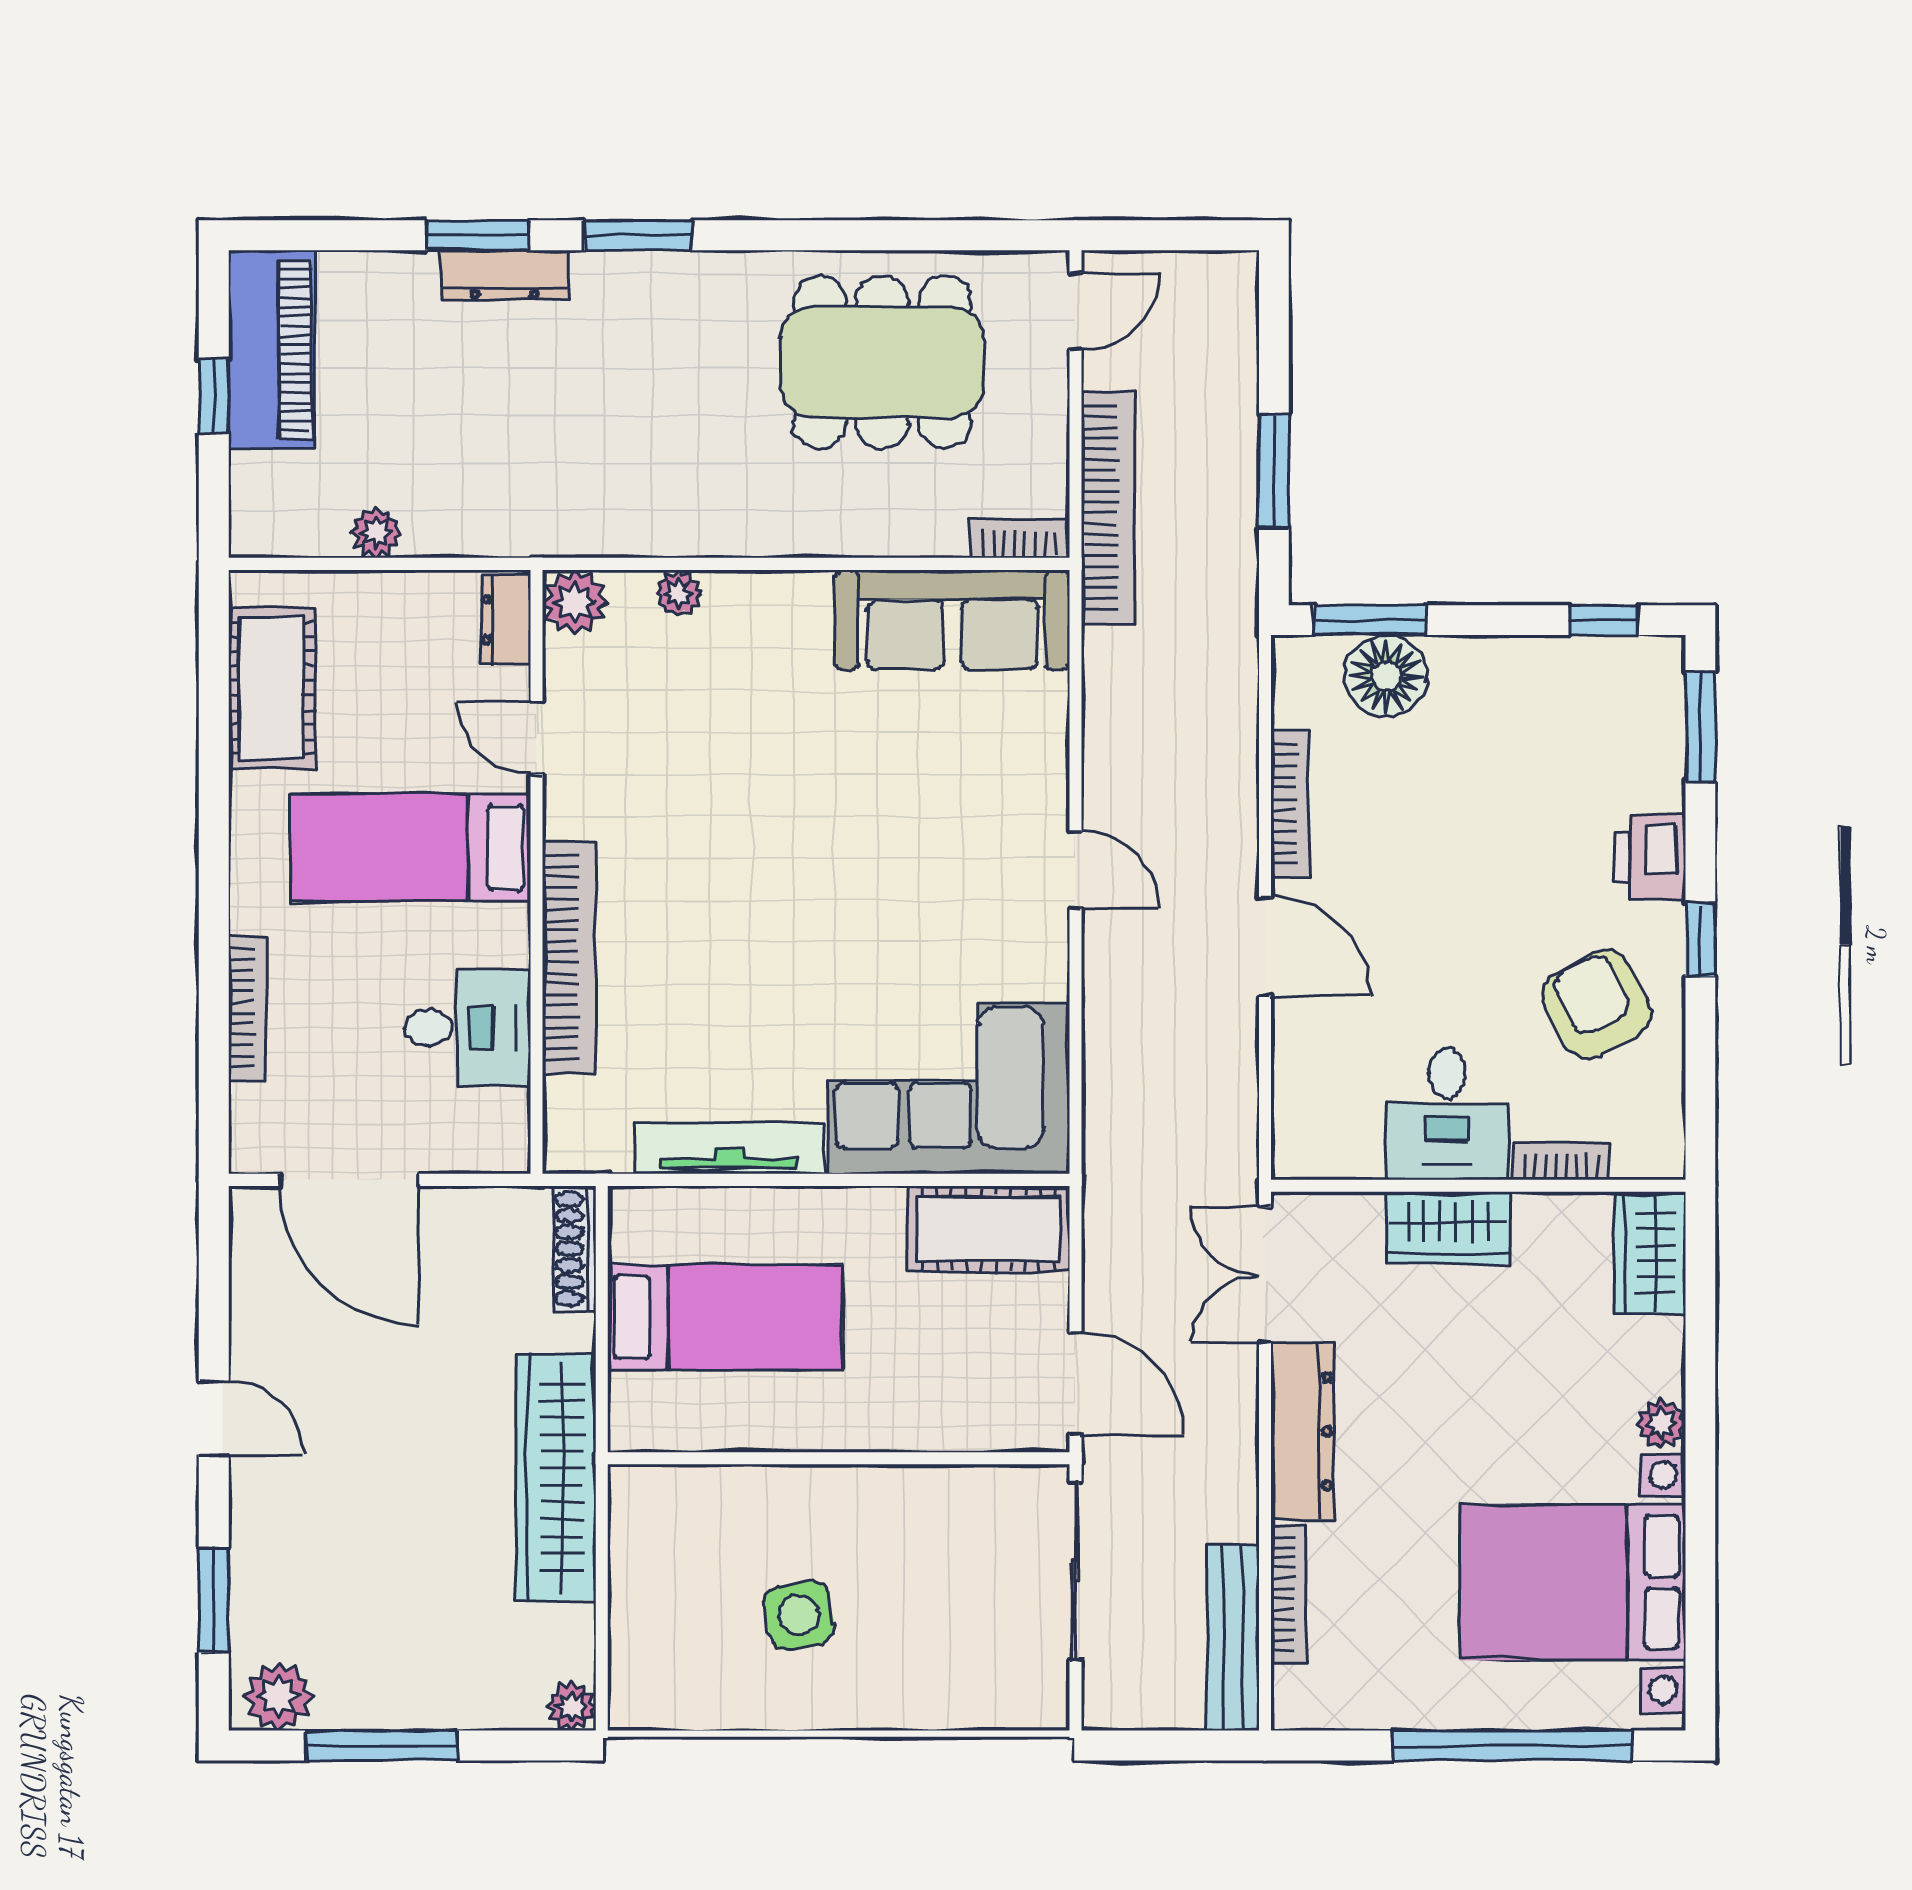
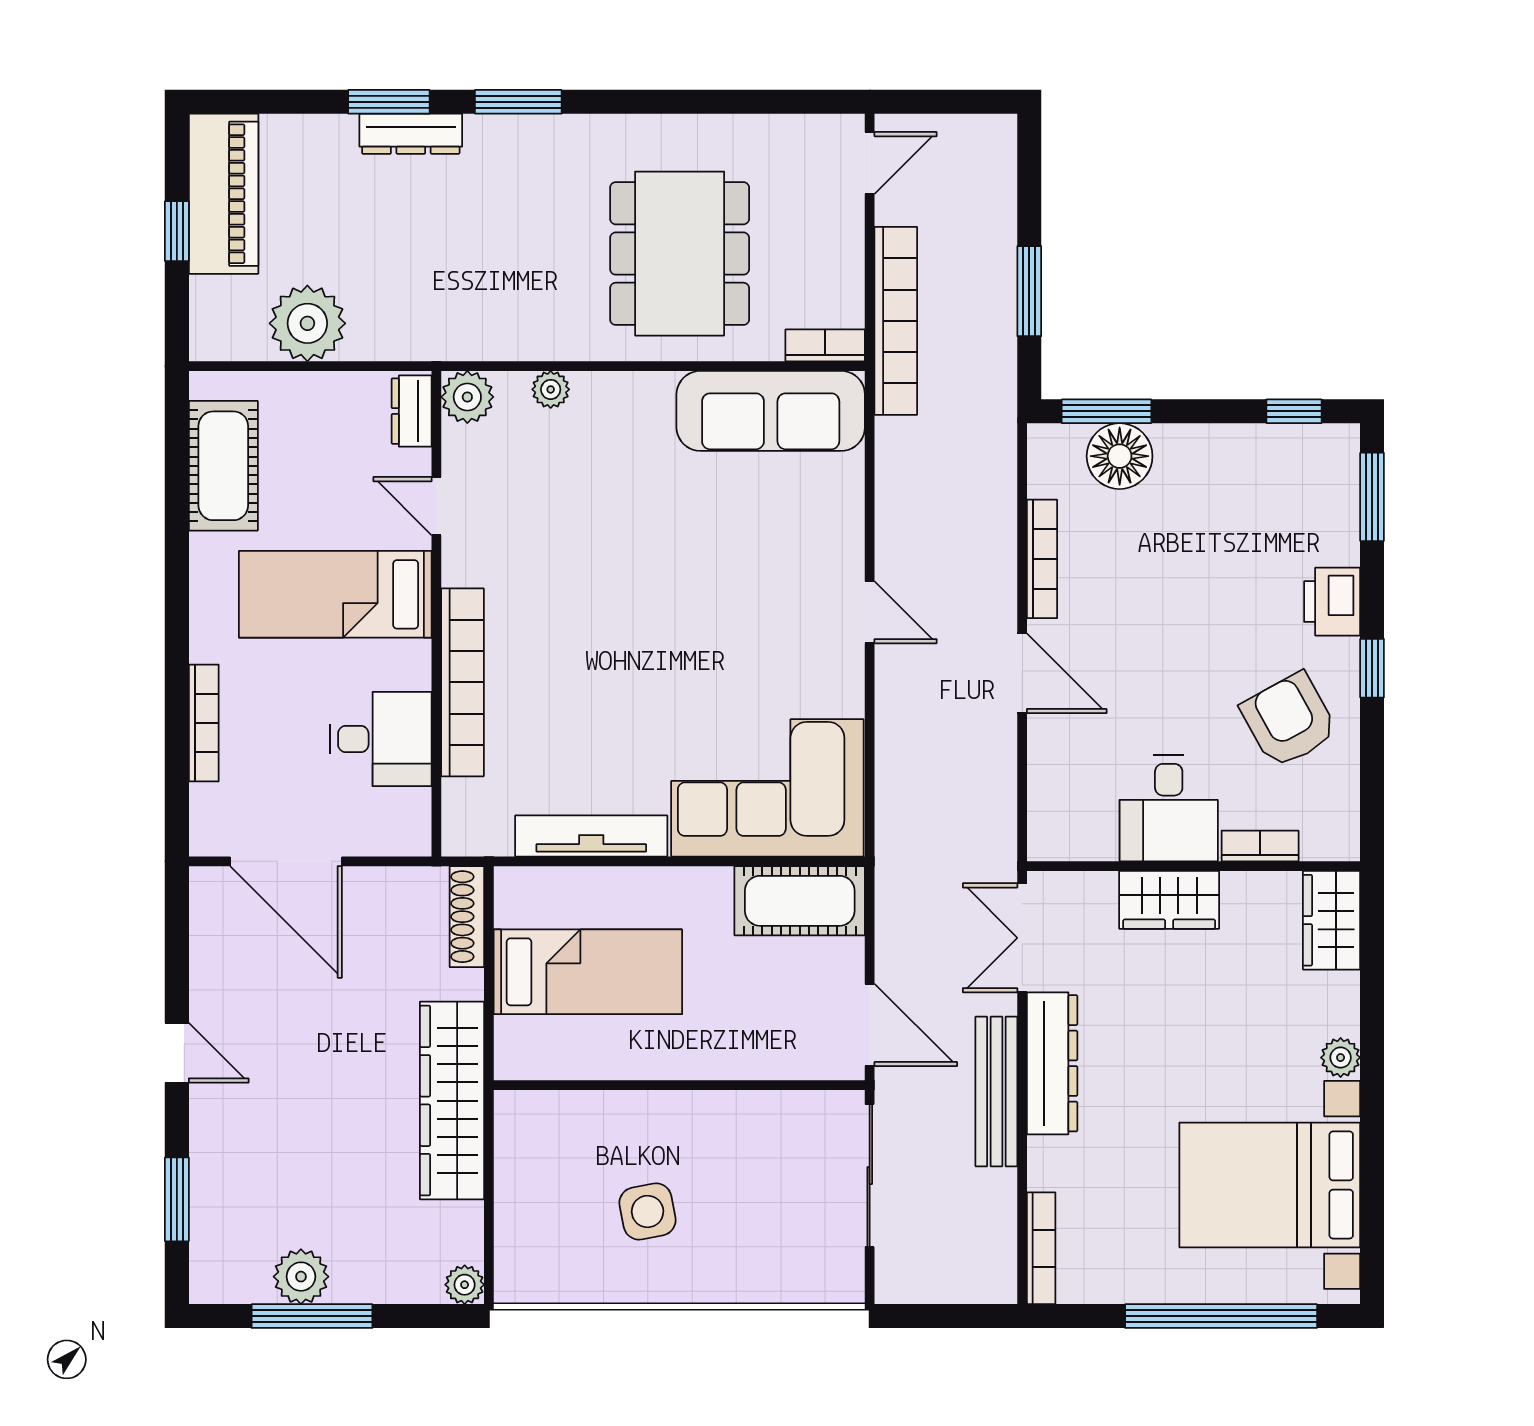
dining table: (882, 362) -> (680, 254), moved, turned 90
plant: (376, 533) -> (307, 323), width x1.88, depth x1.88
bookcase: (1289, 1594) -> (1041, 1248), moved
bench: (1233, 1638) -> (996, 1091), moved
plant: (278, 1696) -> (301, 1277), moved

